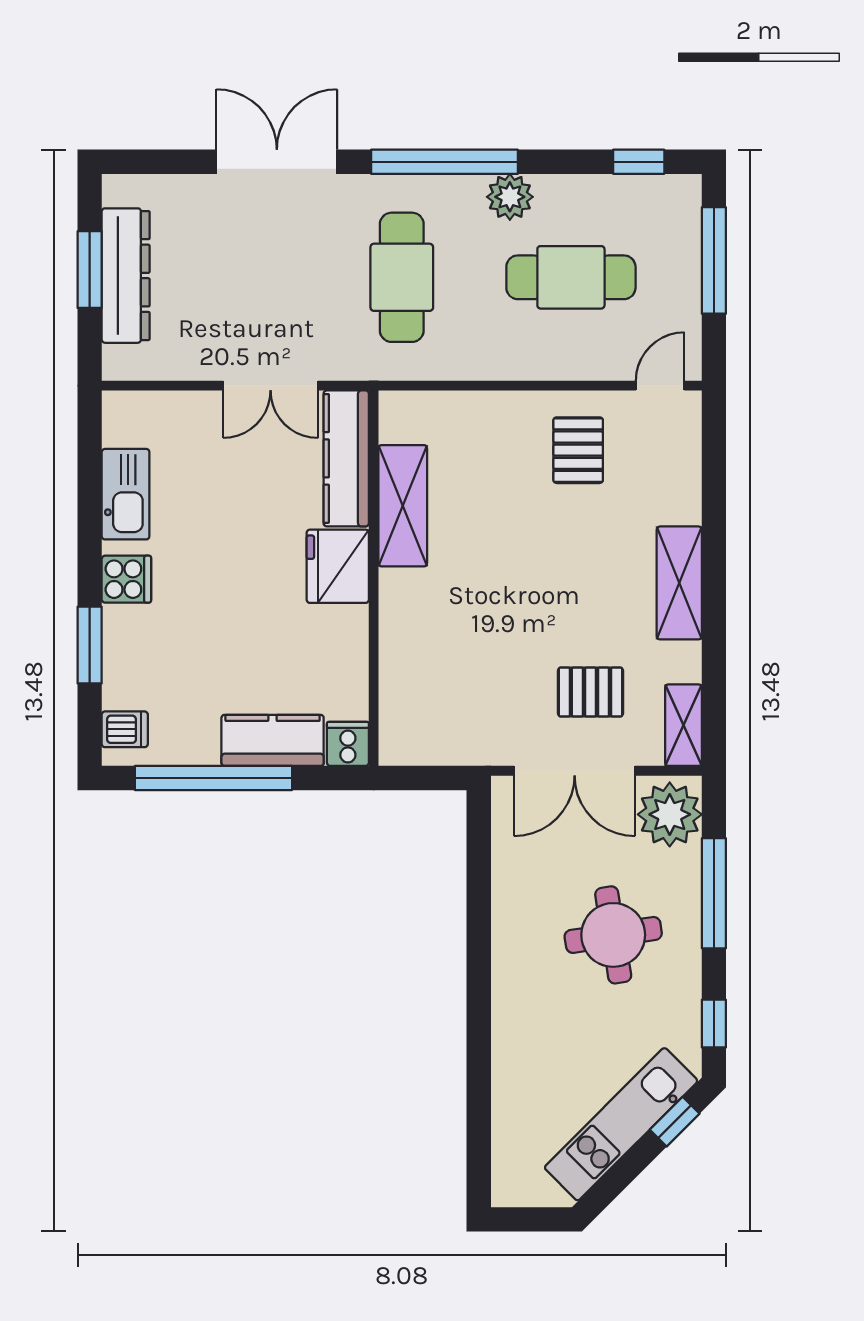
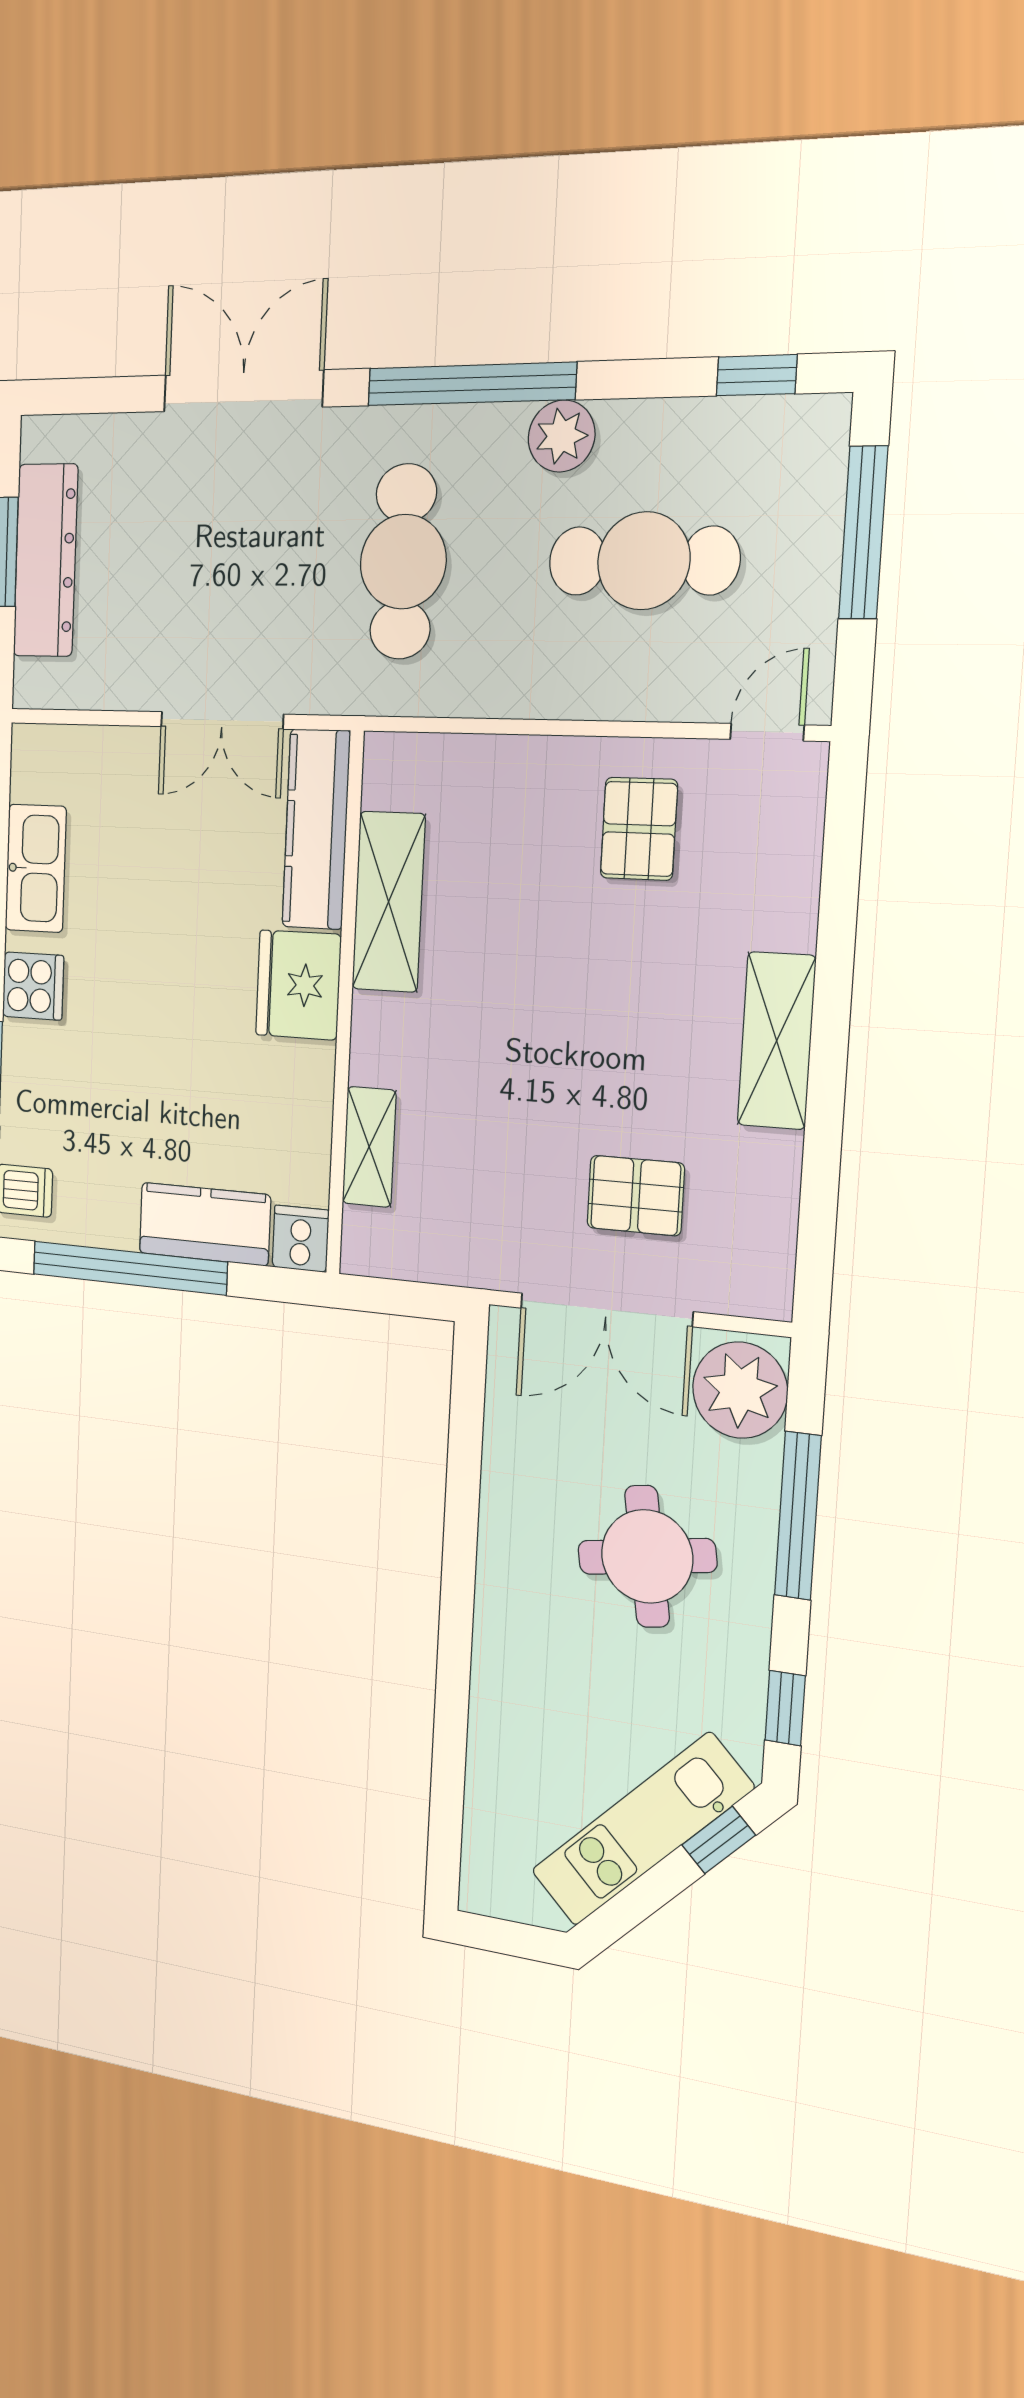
shelving: (683, 725) -> (369, 1147), moved

